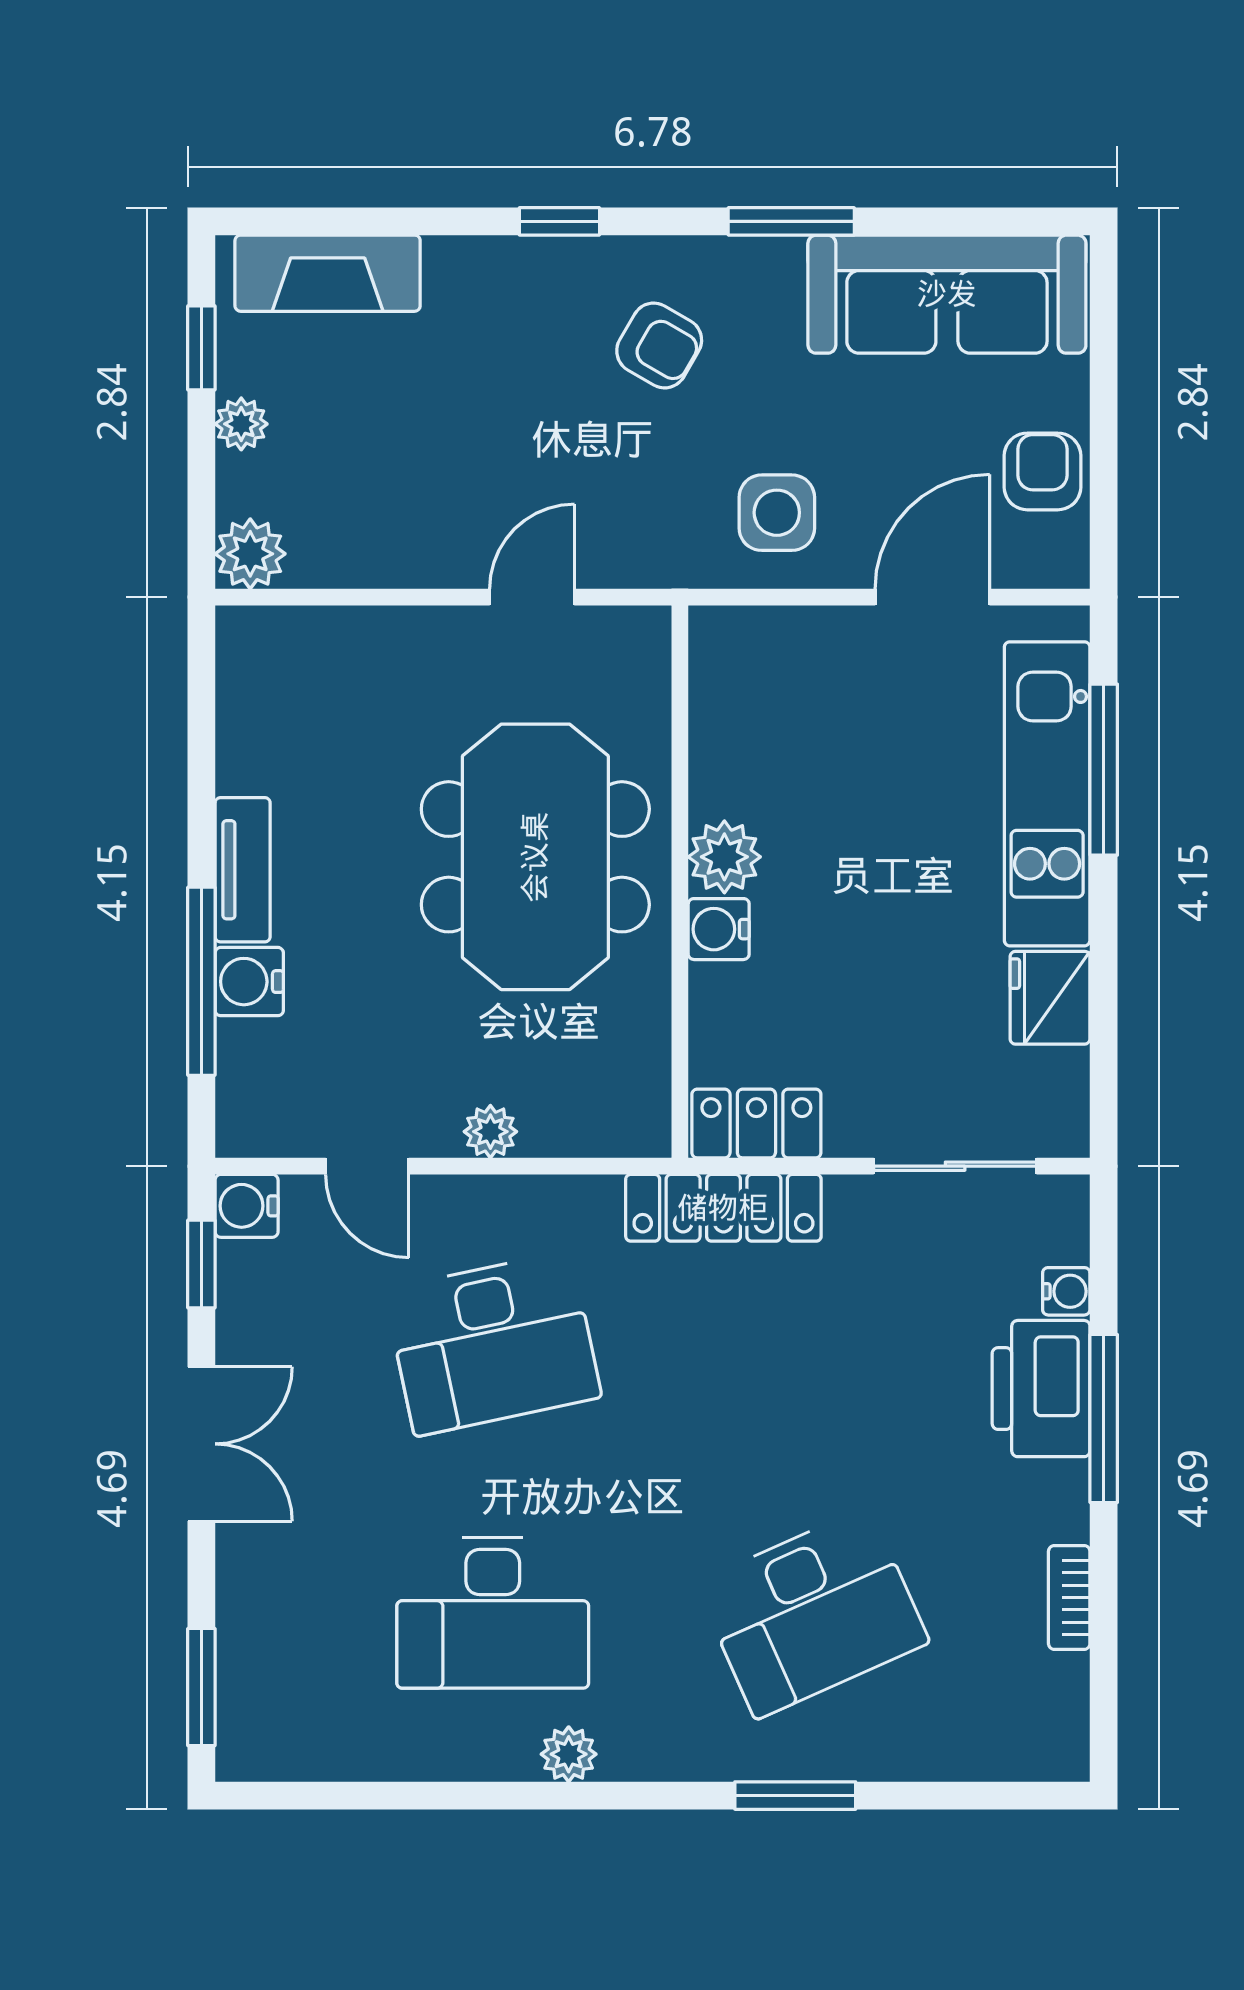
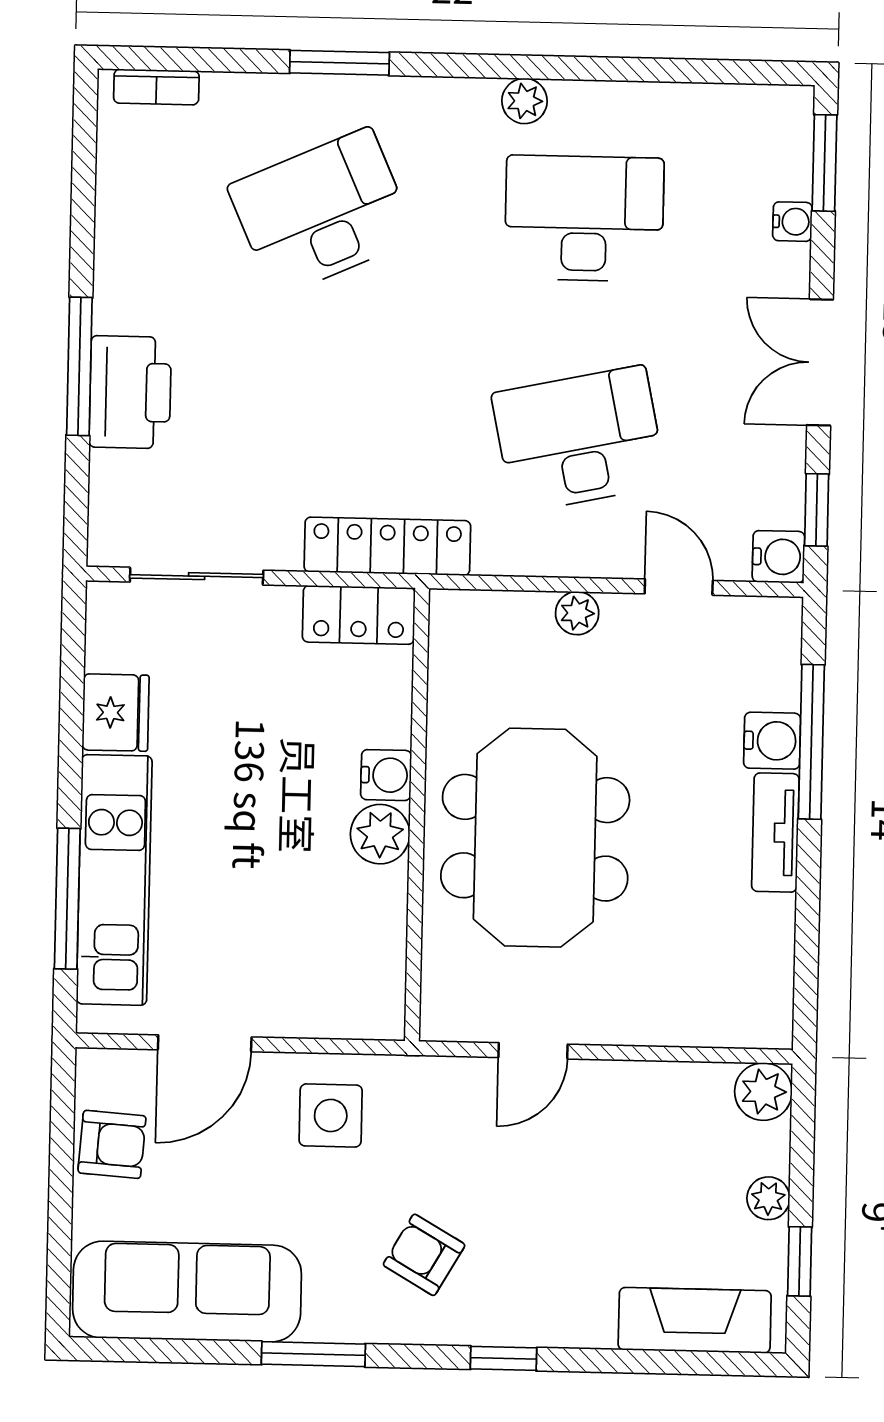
armchair: (1042, 471) -> (112, 1144), turned -86
water cooler: (1066, 1291) -> (792, 222), moved, turned 180
bookcase: (1069, 1597) -> (156, 87), moved, turned 90

